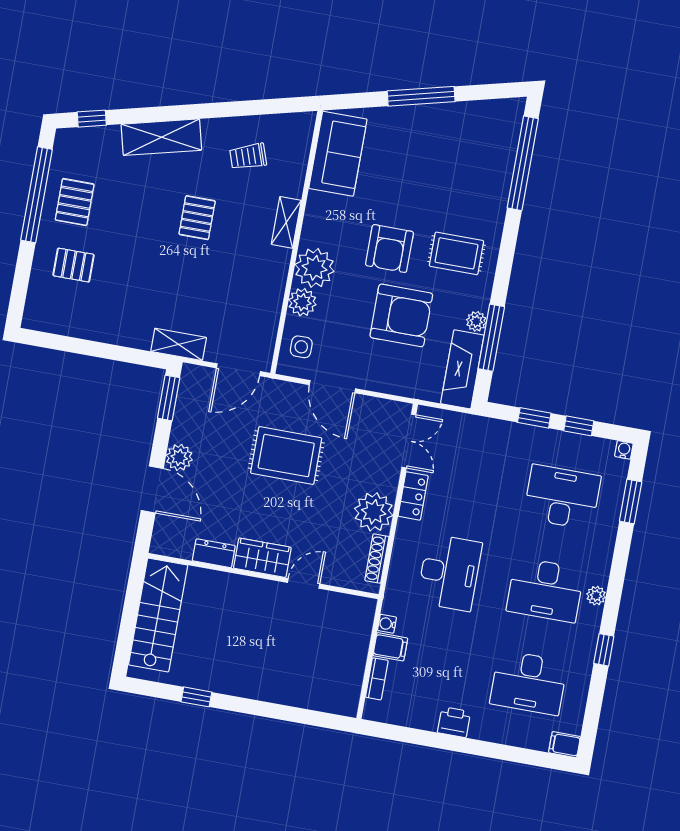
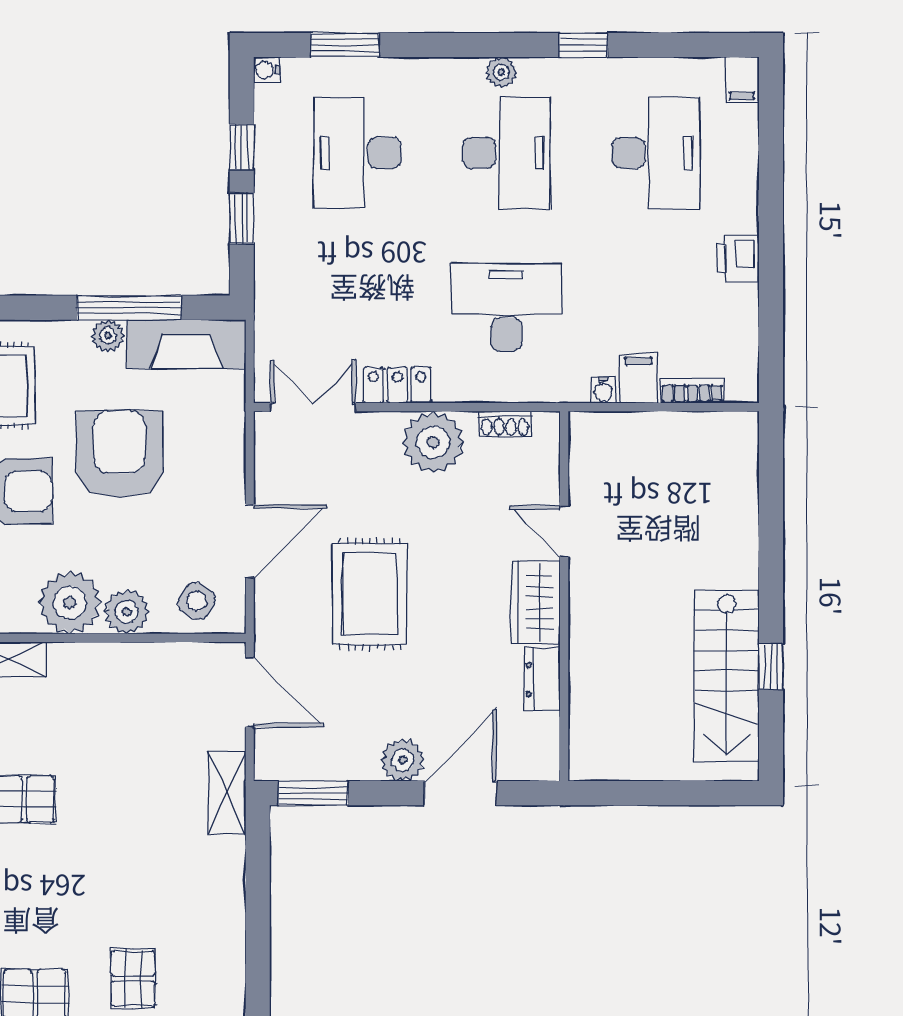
side table: (301, 347) -> (196, 601), turned 33
shoe rack: (377, 559) -> (505, 424), width x0.70
stairs: (158, 615) -> (727, 676), moved, turned -90

